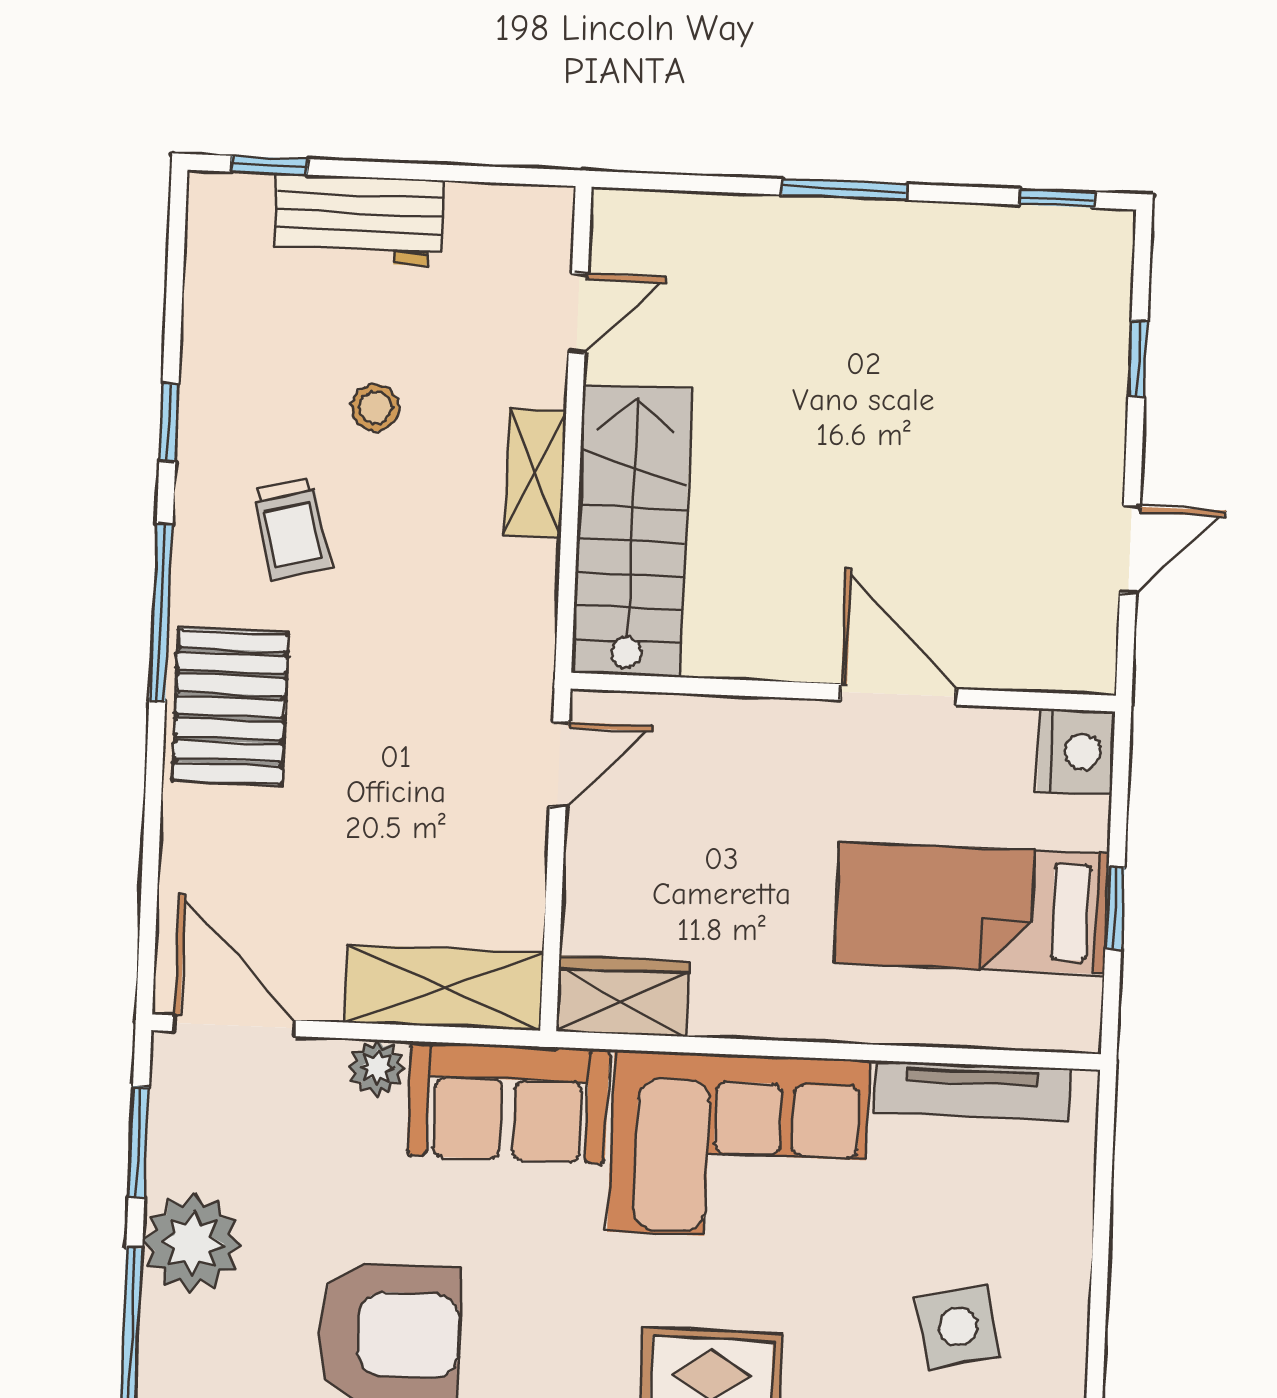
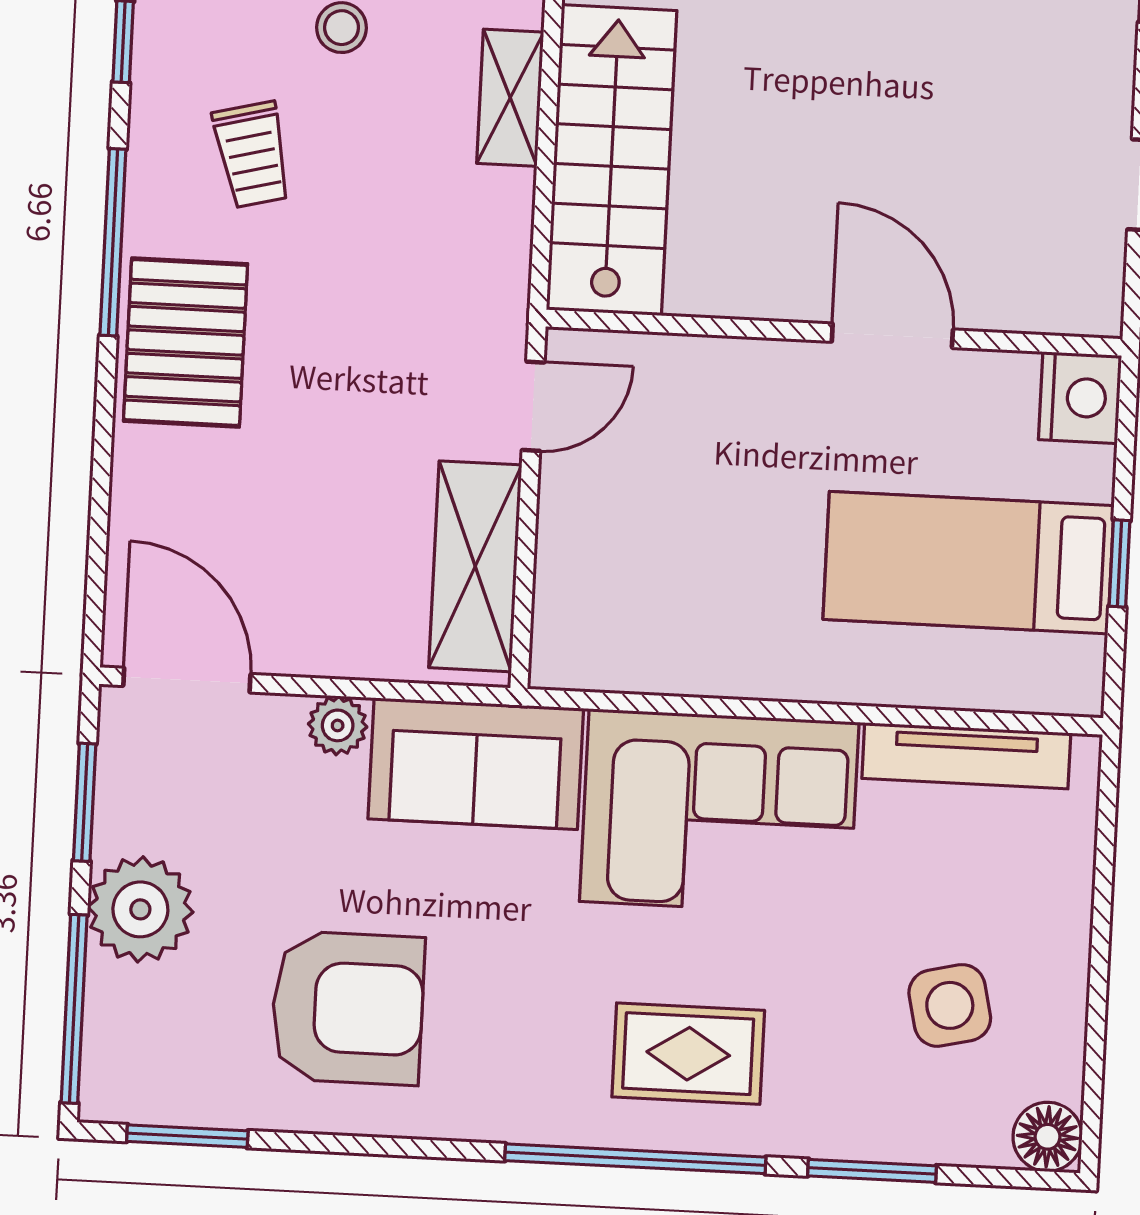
shelving: (444, 987) -> (475, 566), moved, turned 90
wardrobe: (623, 996) -> (598, 652), removed

